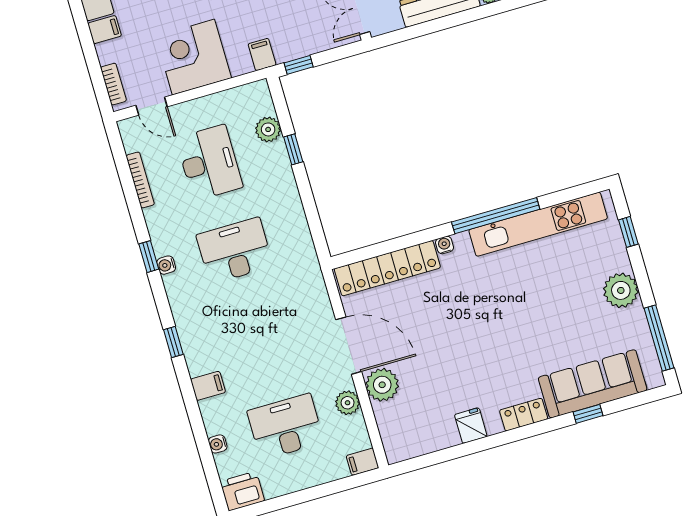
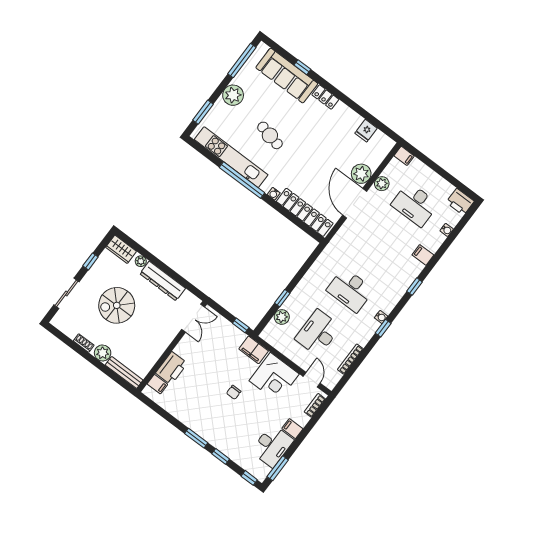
filing cabinet: (262, 54) -> (254, 350), width x2.00
window: (628, 232) -> (203, 112), width x1.50
cafe table: (528, 299) -> (270, 135), added
fridge: (471, 426) -> (366, 131), moved

